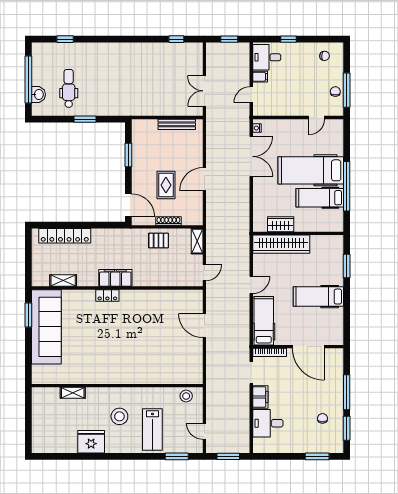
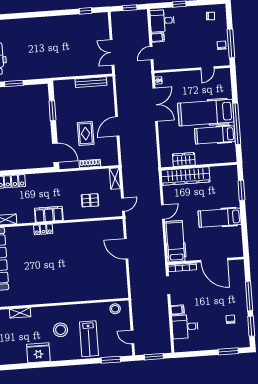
pallet: (159, 241) -> (90, 200), moved
filing cabinet: (260, 397) -> (177, 310), width x0.50

